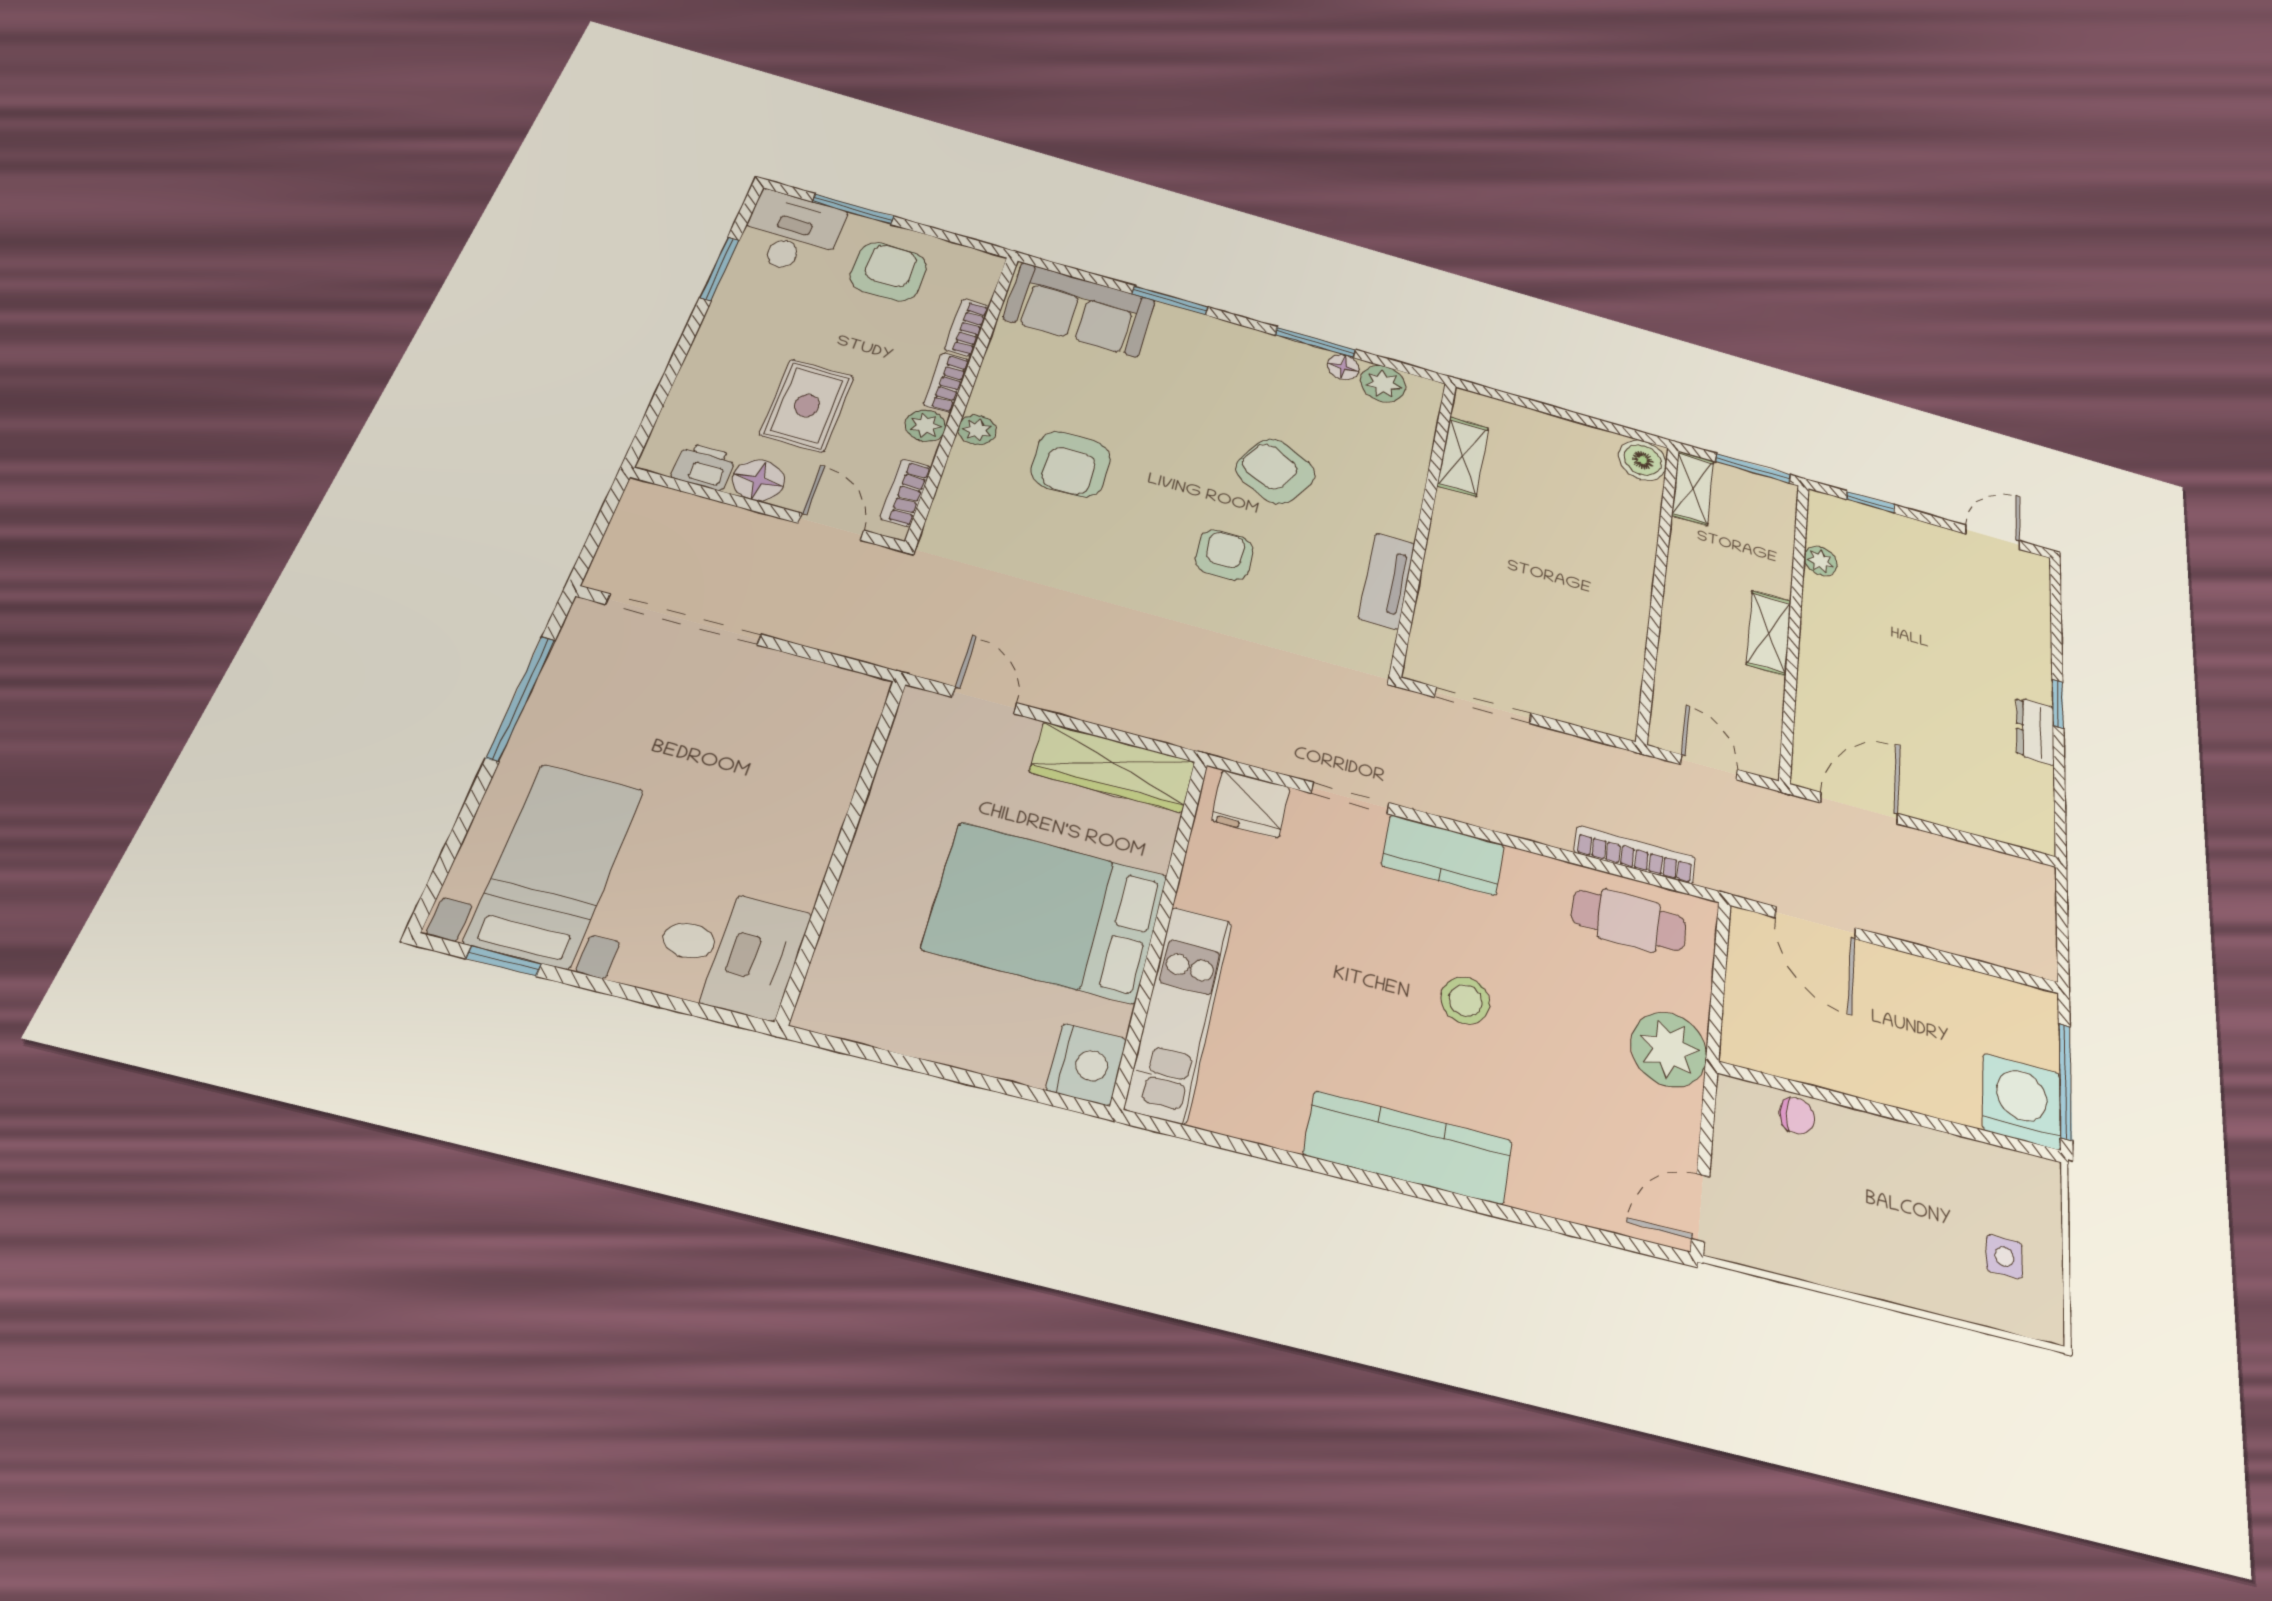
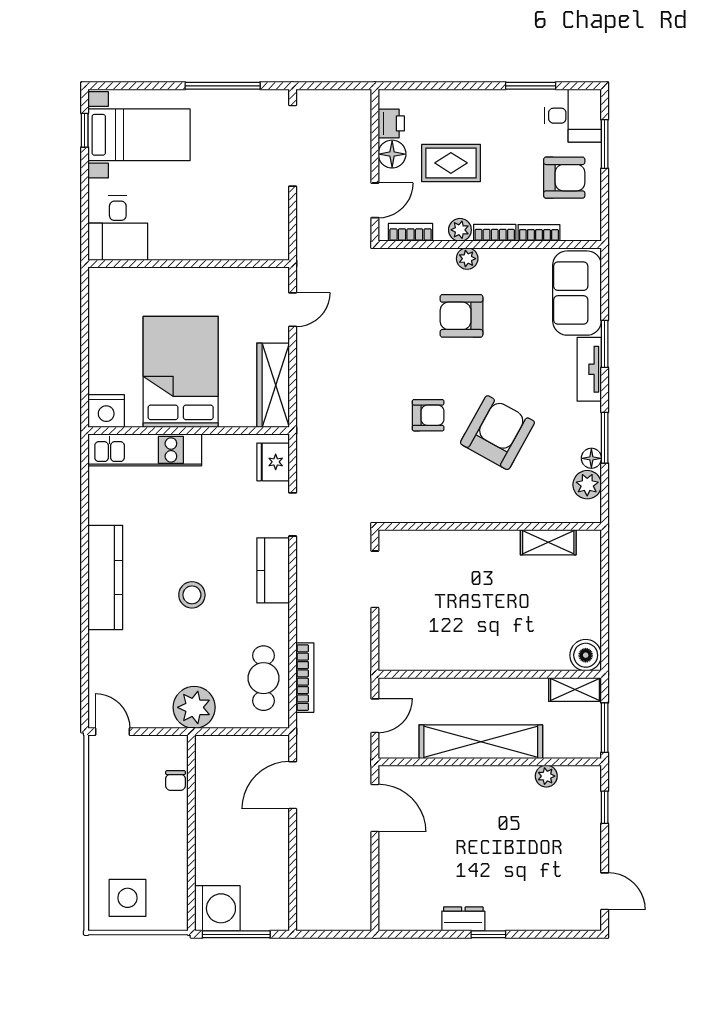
armchair: (1276, 471) -> (497, 433), width x1.36, depth x1.36
tv unit: (1387, 581) -> (589, 369), moved, turned -90
shelving: (1769, 633) -> (481, 742), width x2.20, depth x1.33
side table: (2004, 1257) -> (127, 898), width x1.87, depth x1.87

